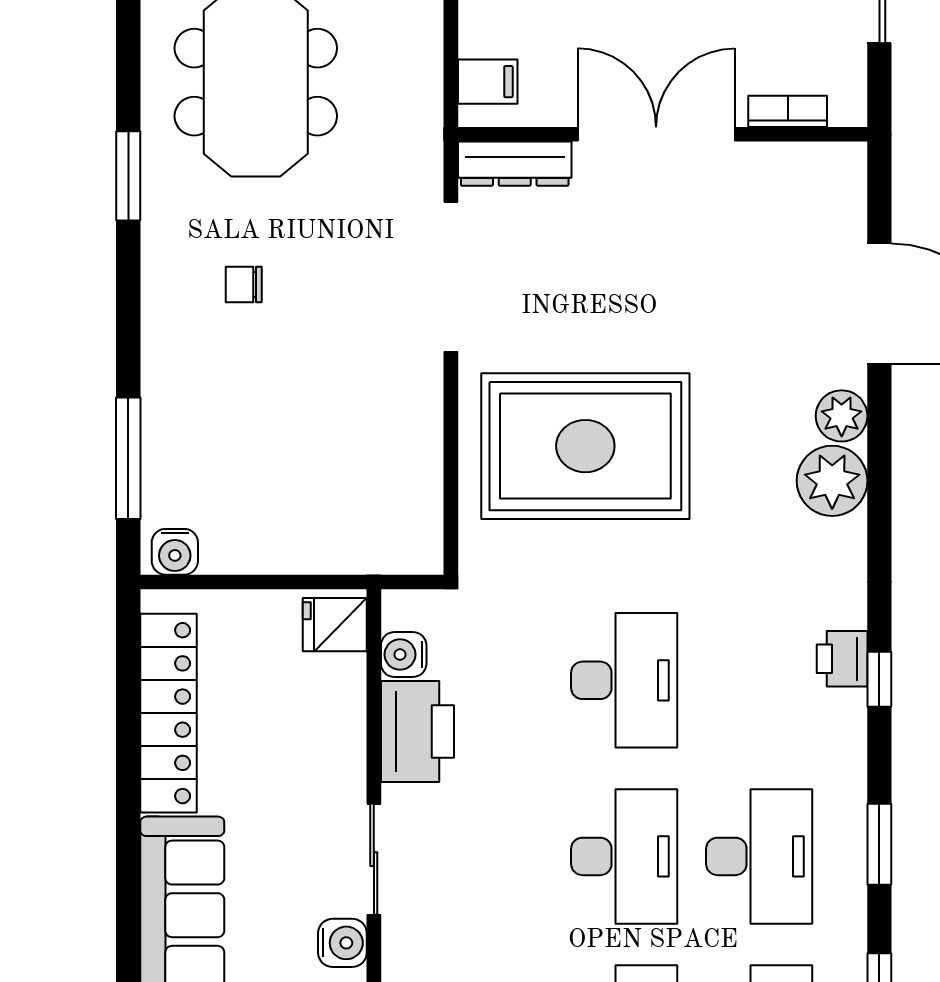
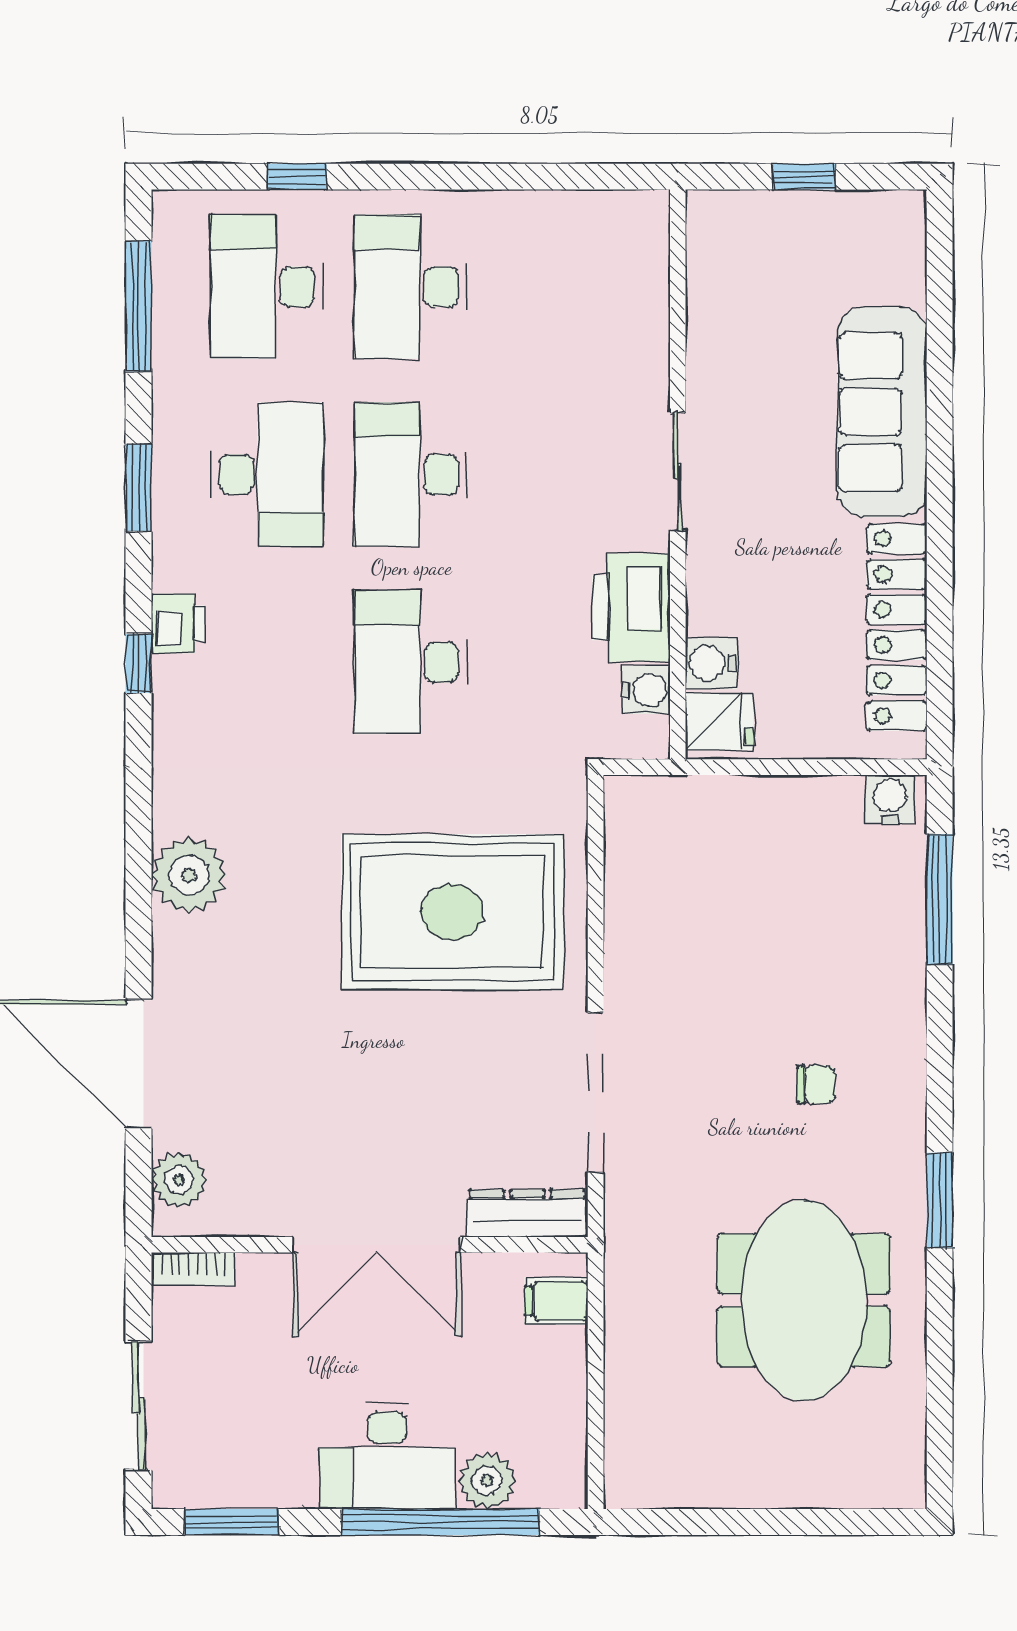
bookcase: (788, 111) -> (193, 1269), moved
plant: (842, 416) -> (179, 1180), moved
printer: (842, 659) -> (178, 624), moved
desk: (759, 856) -> (267, 474), turned 180
water cooler: (342, 943) -> (711, 663), moved

